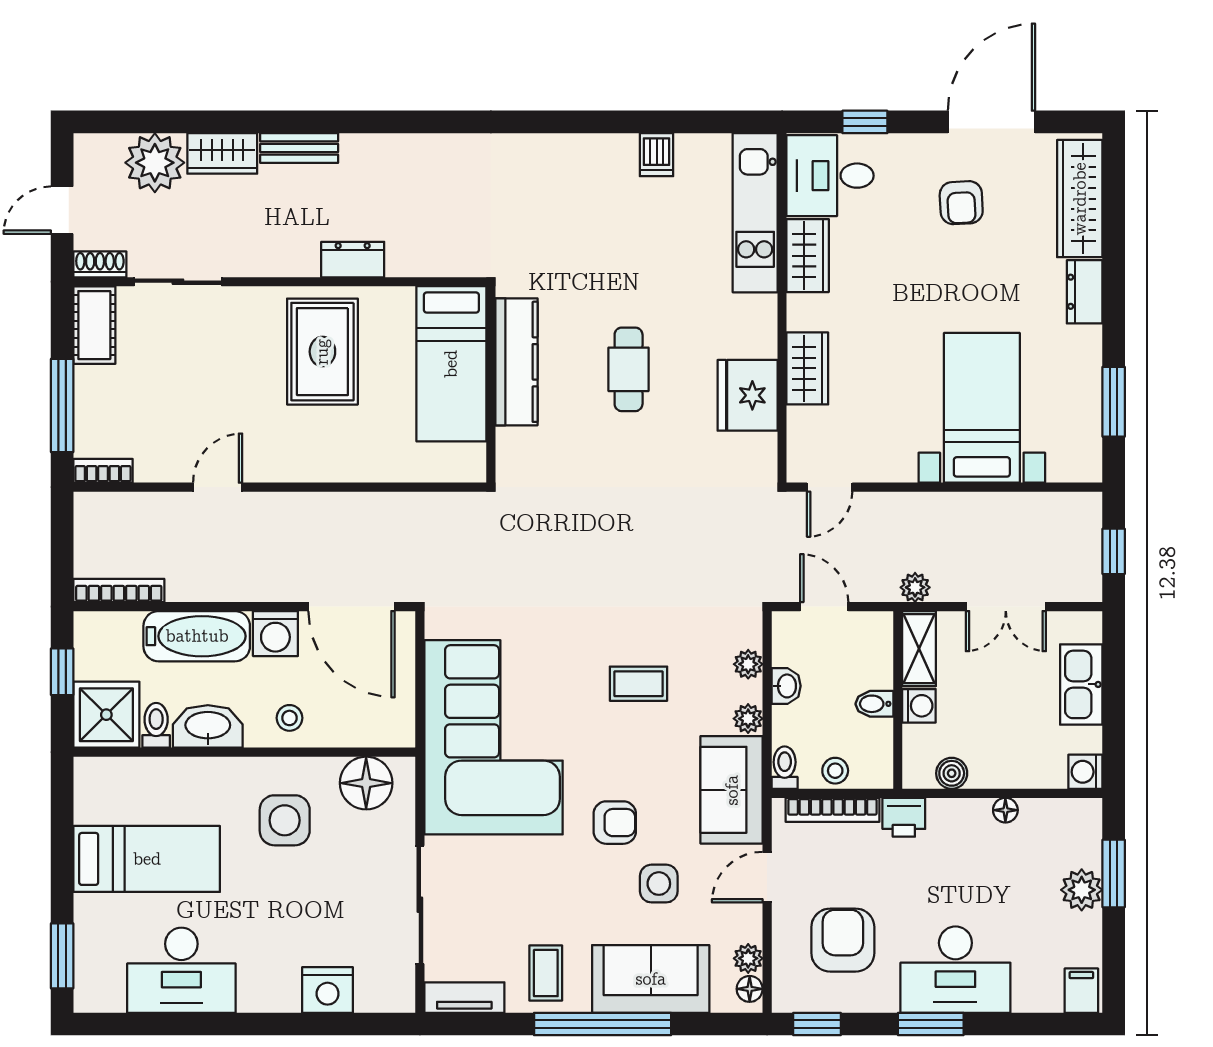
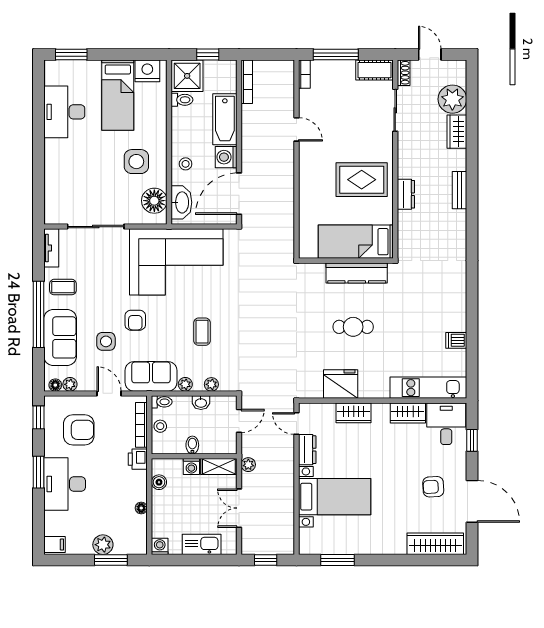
bench: (299, 148) -> (459, 190), moved
dresser: (1085, 292) -> (307, 450), moved, turned 90
washbasin: (208, 726) -> (181, 202), moved
nightstand: (328, 990) -> (147, 71), moved, turned 90

